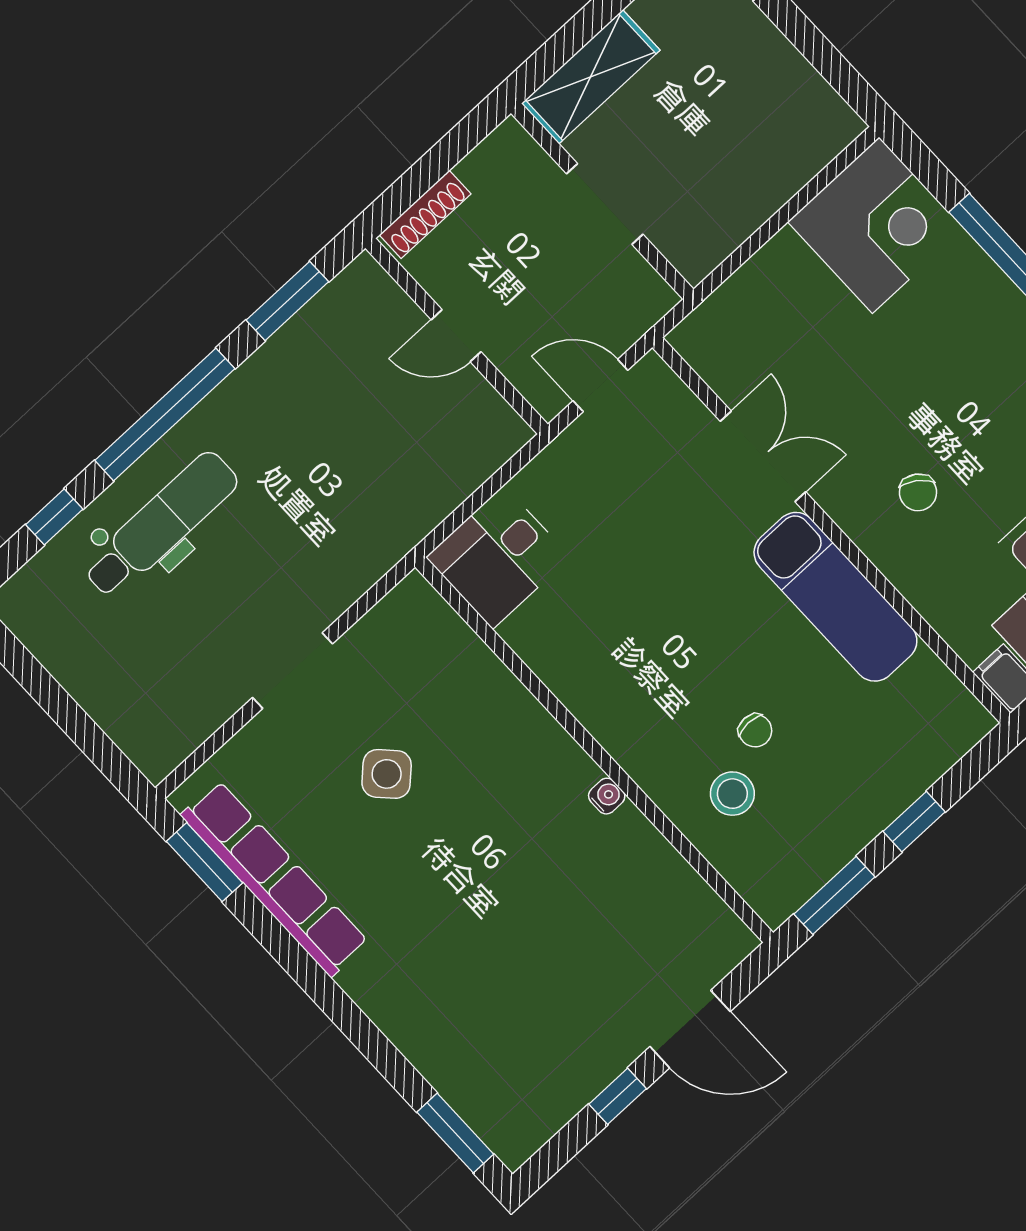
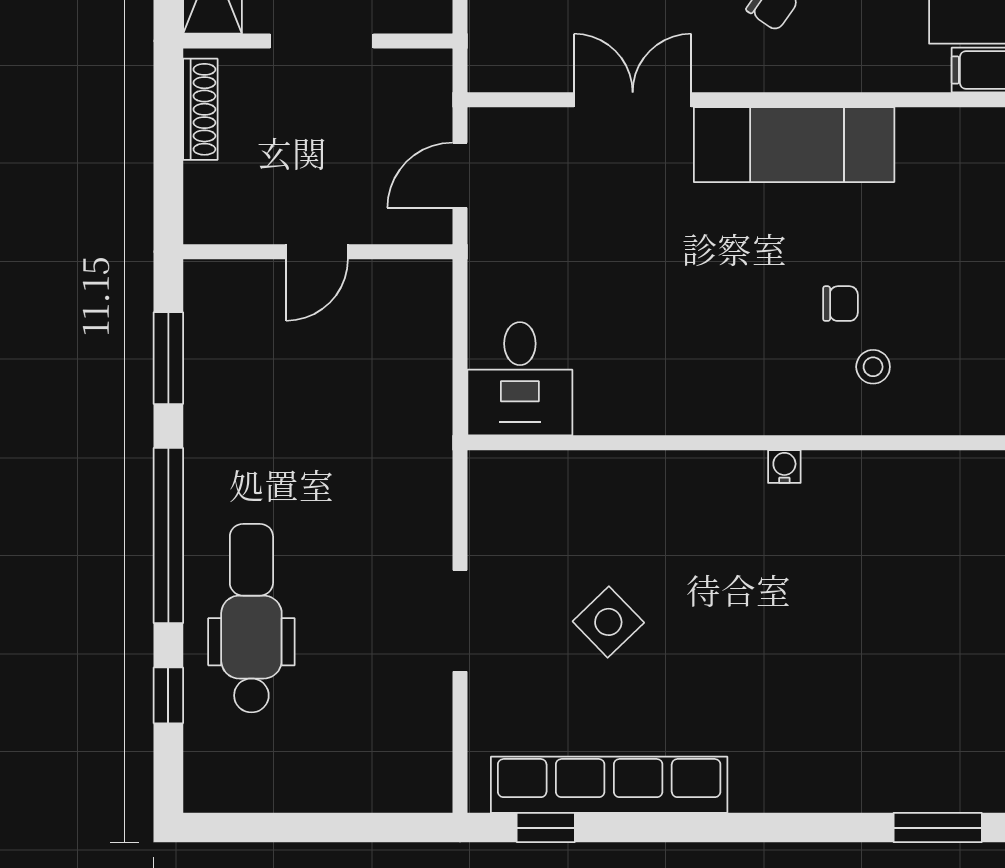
shoe rack: (425, 214) -> (200, 109), moved
stool: (732, 794) -> (873, 367), width x0.73, depth x0.73
window: (204, 862) -> (546, 828), width x0.67

